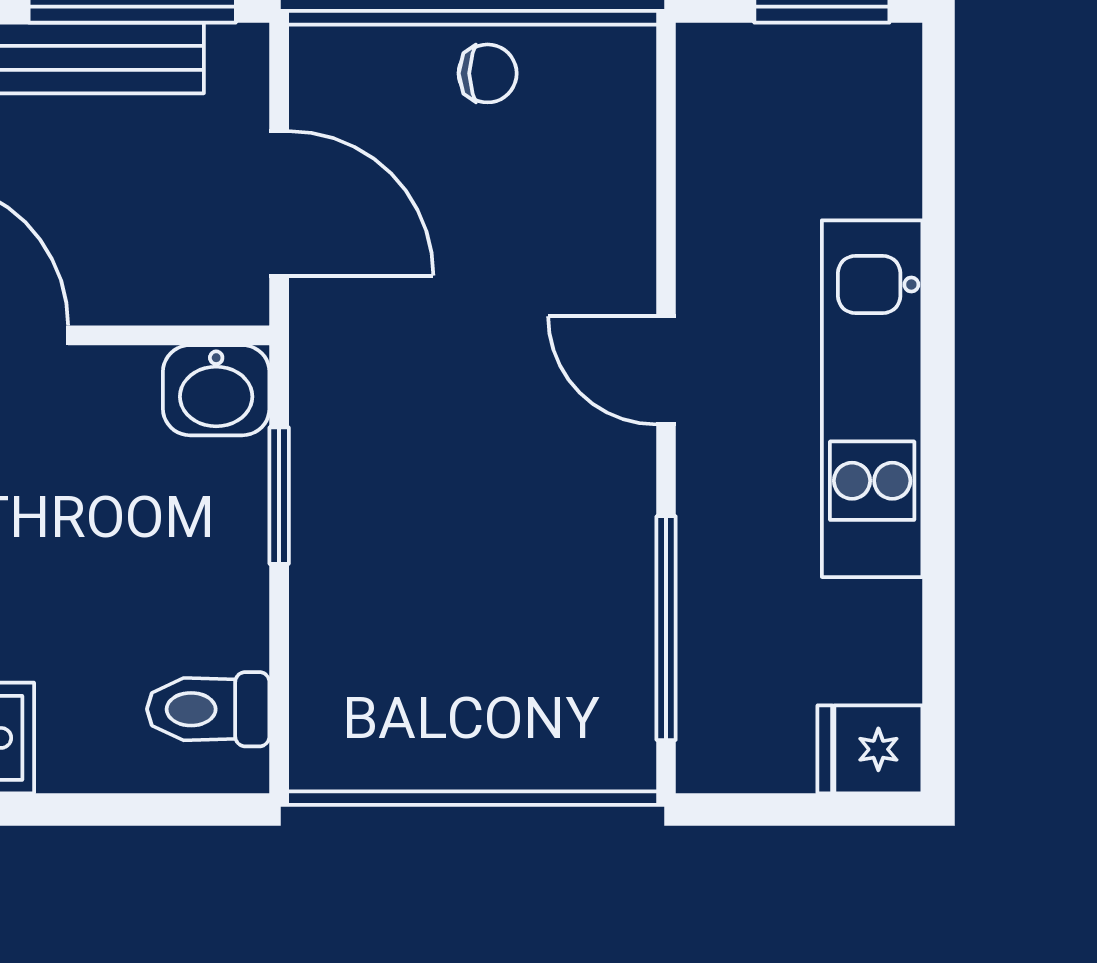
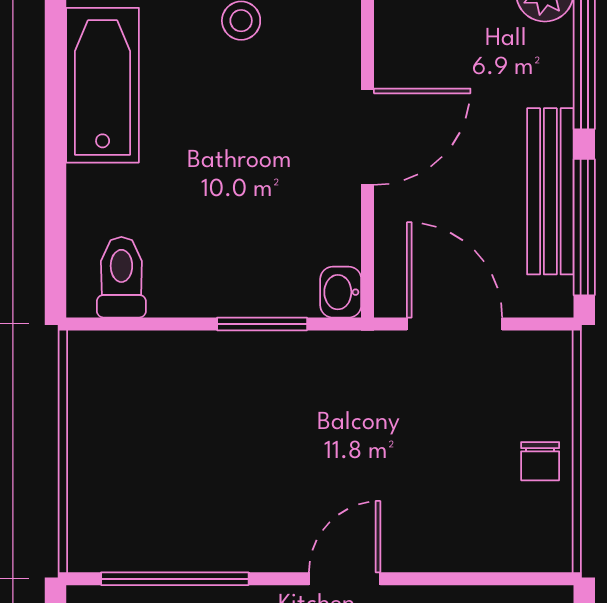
door: (279, 203) -> (455, 324), swing flipped
washbasin: (216, 390) -> (341, 292), width x0.72, depth x0.69

